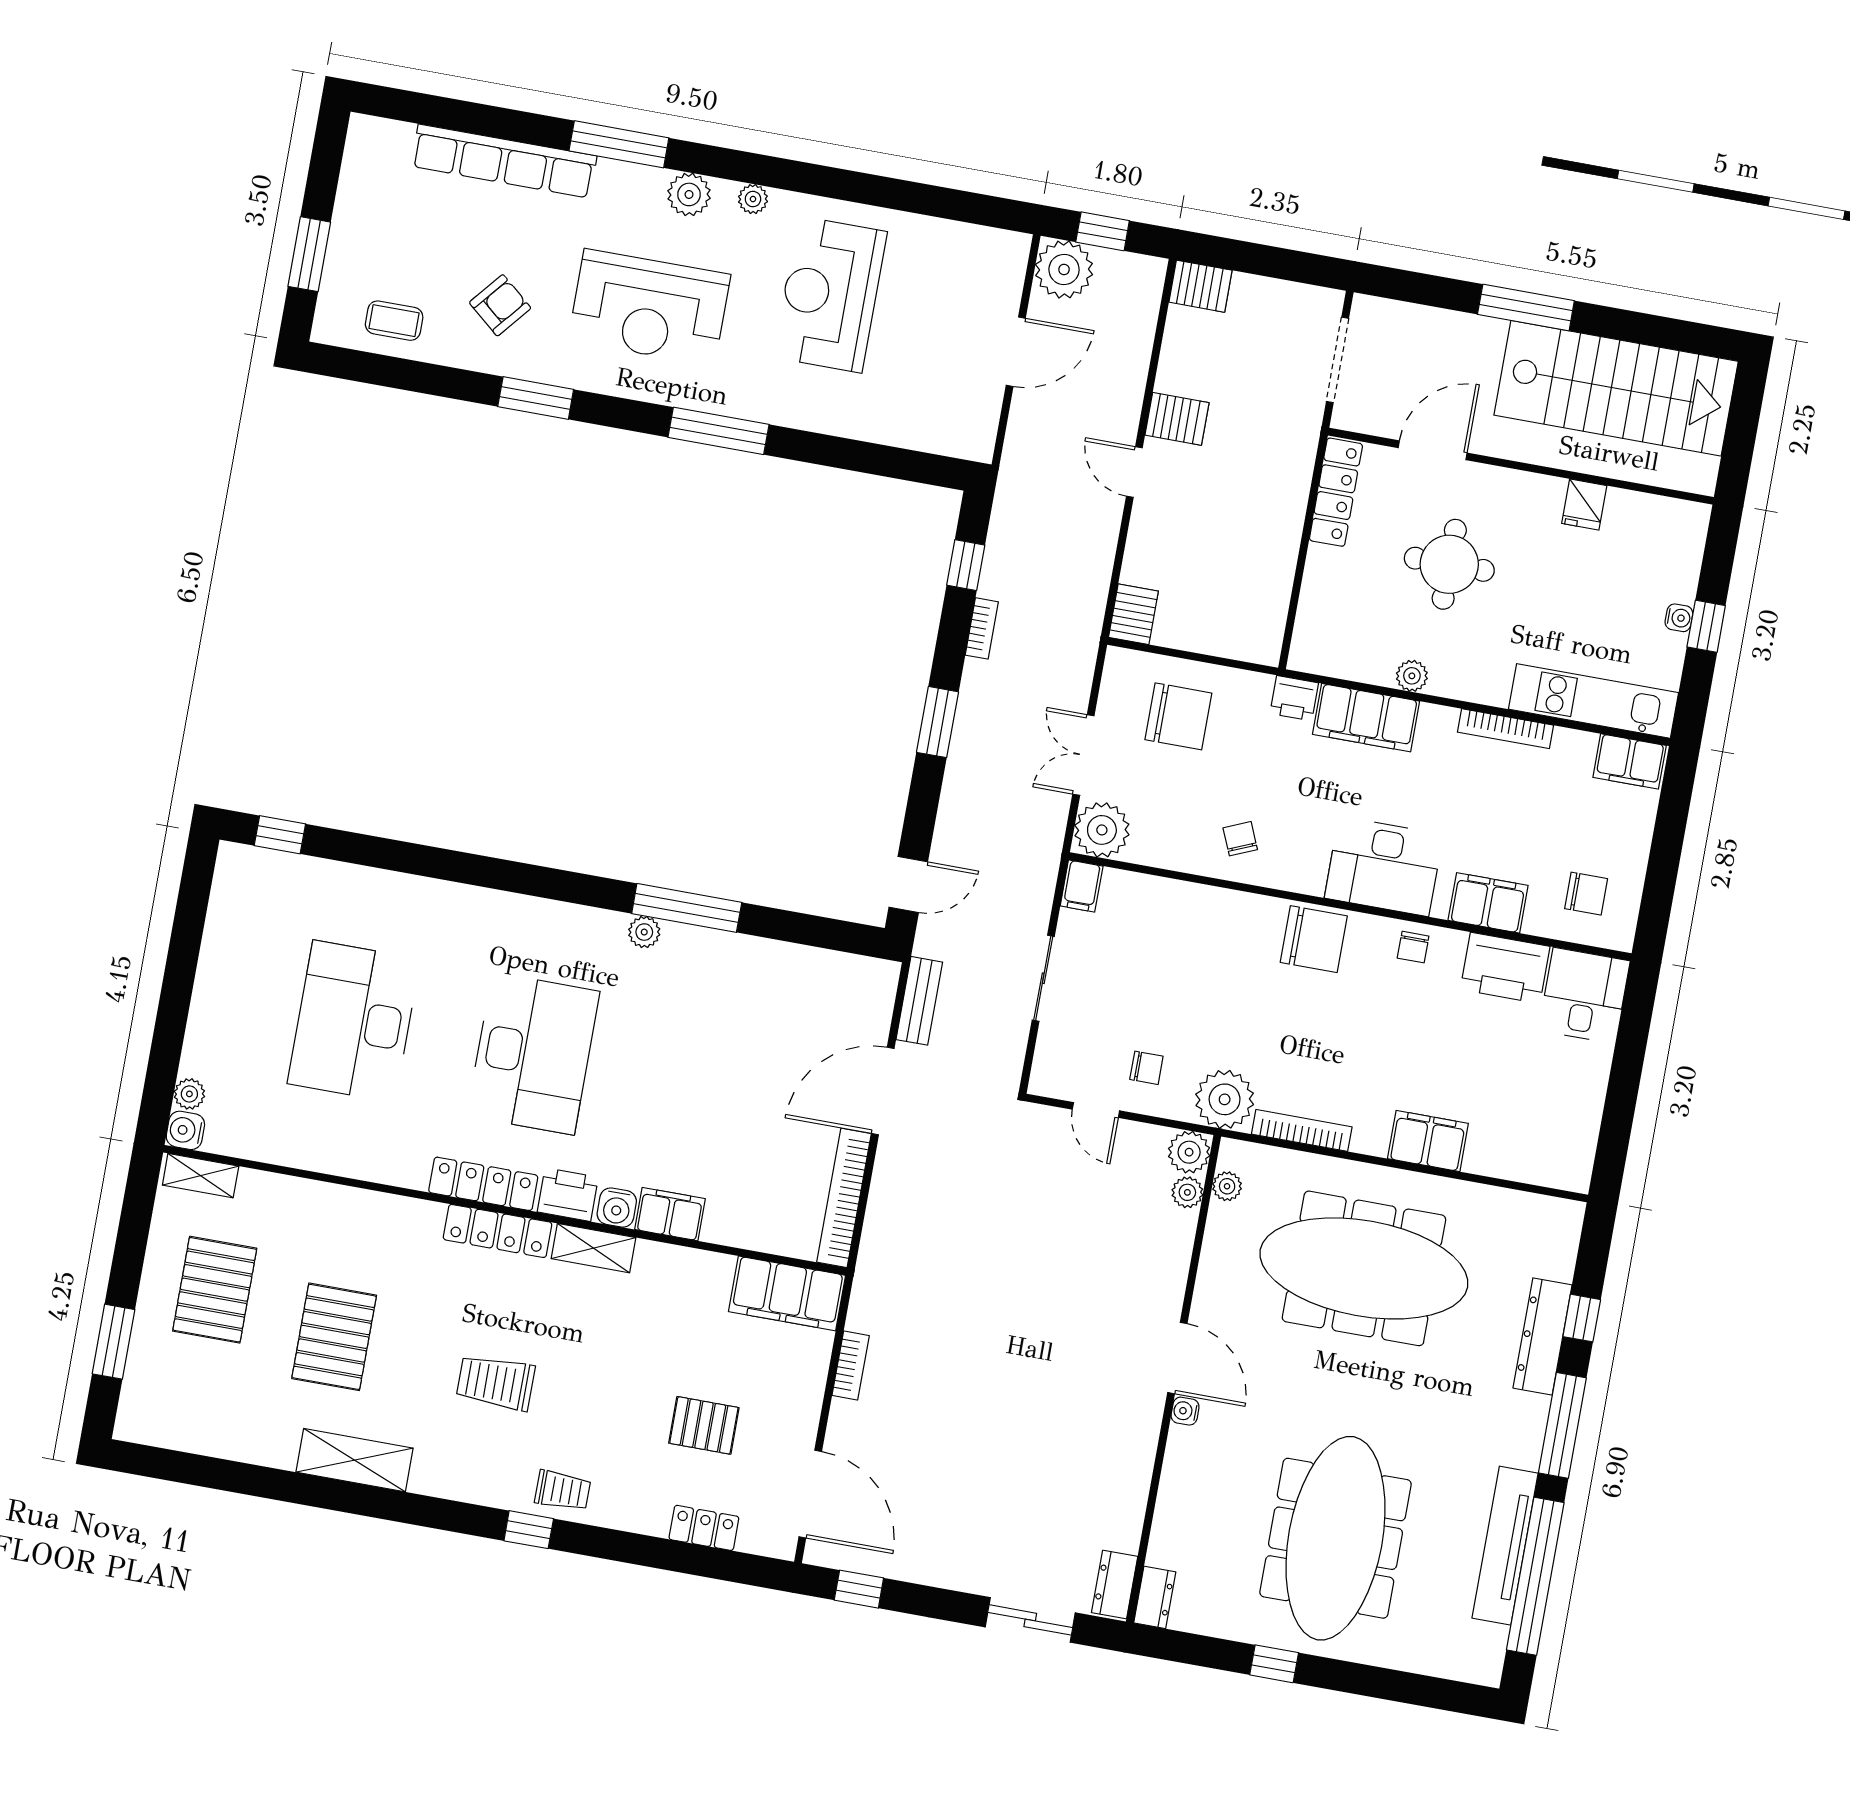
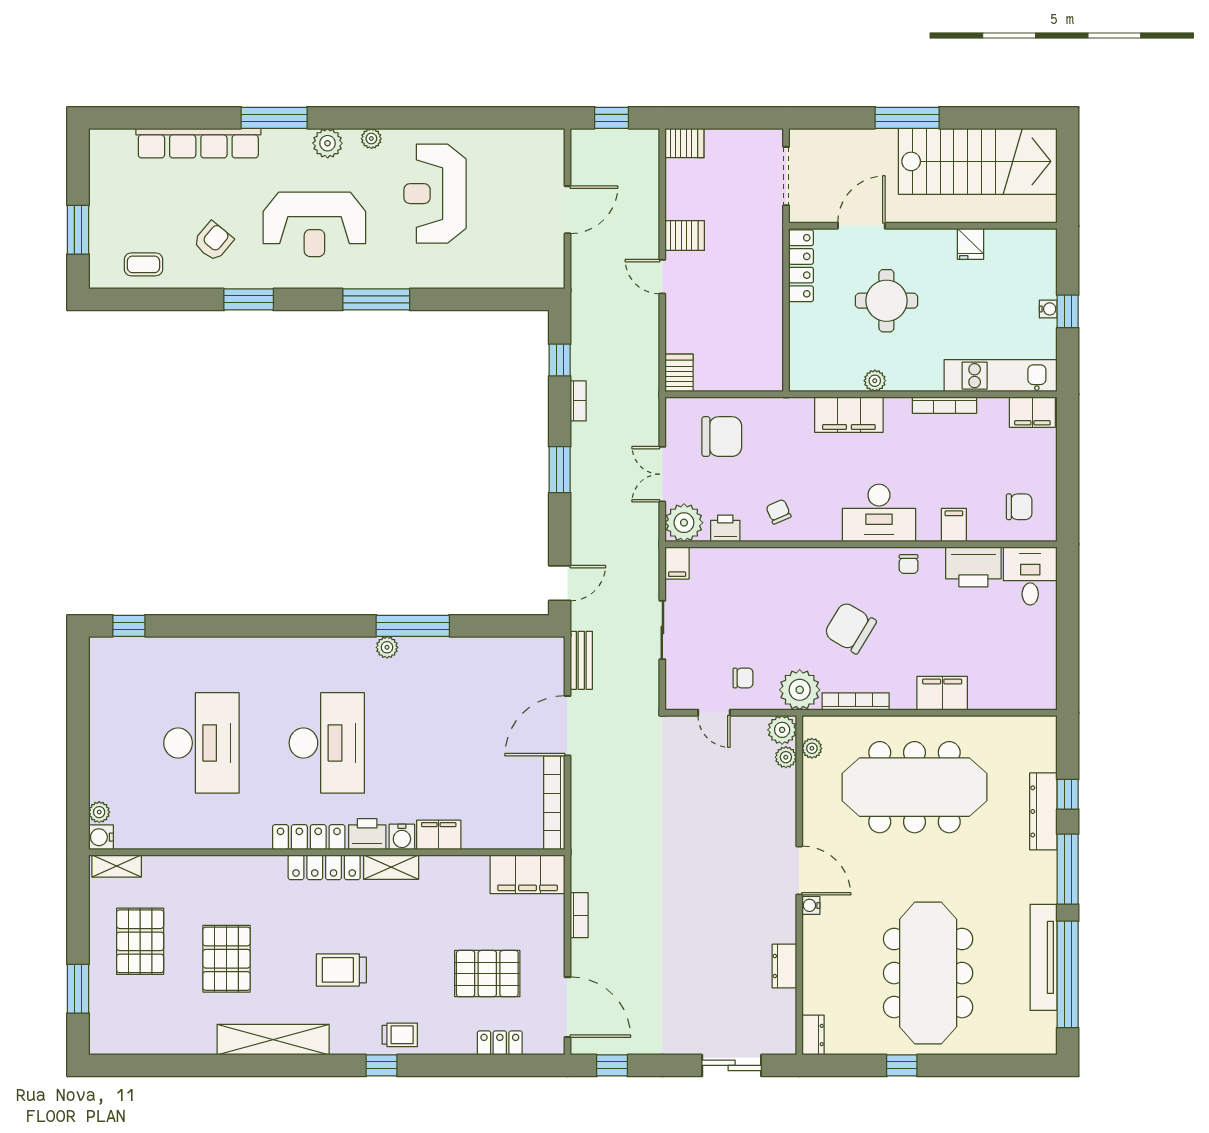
plant: (1064, 269) -> (590, 148), removed
printer: (1294, 698) -> (725, 528), moved, turned 180
filing cabinet: (1488, 903) -> (954, 525), width x0.50
chair: (1314, 939) -> (850, 628), moved, turned -149
desk: (354, 1021) -> (201, 743), turned 180
pallet: (704, 1425) -> (487, 974), width x1.50, depth x1.42
shelving: (355, 1460) -> (273, 1040), width x1.47
dresser: (1115, 1585) -> (784, 966), moved

